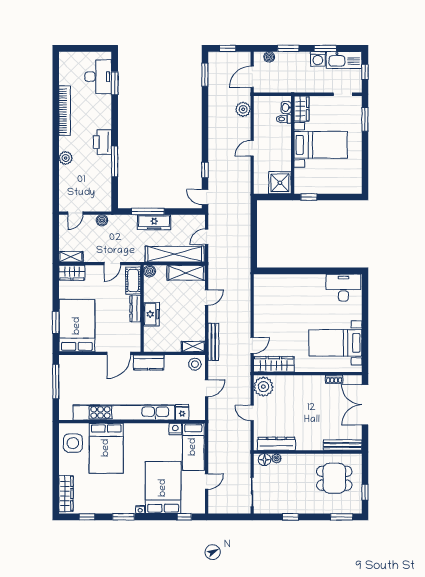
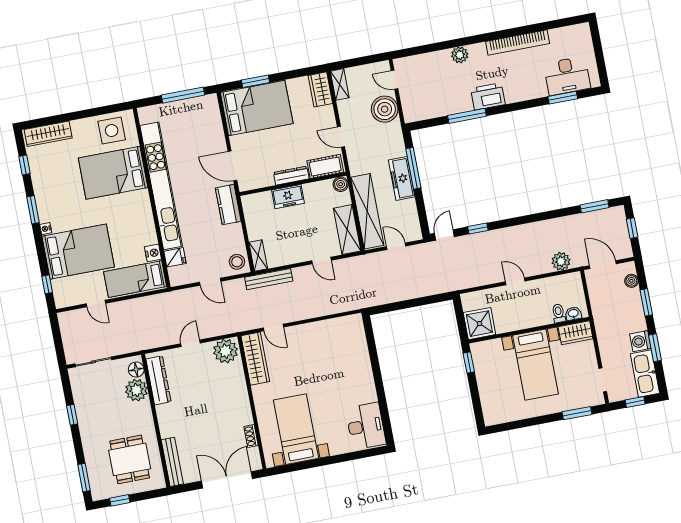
boiler: (102, 220) -> (385, 109), width x1.86, depth x1.86
plant: (277, 458) -> (136, 390), width x1.87, depth x1.87

